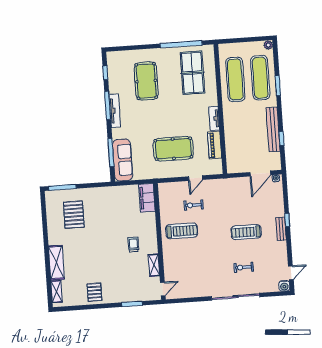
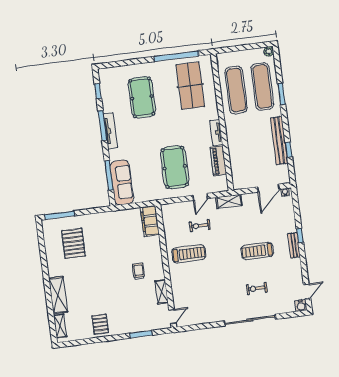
pool table: (173, 149) -> (175, 167), turned 90
shelving: (222, 184) -> (229, 201), added

